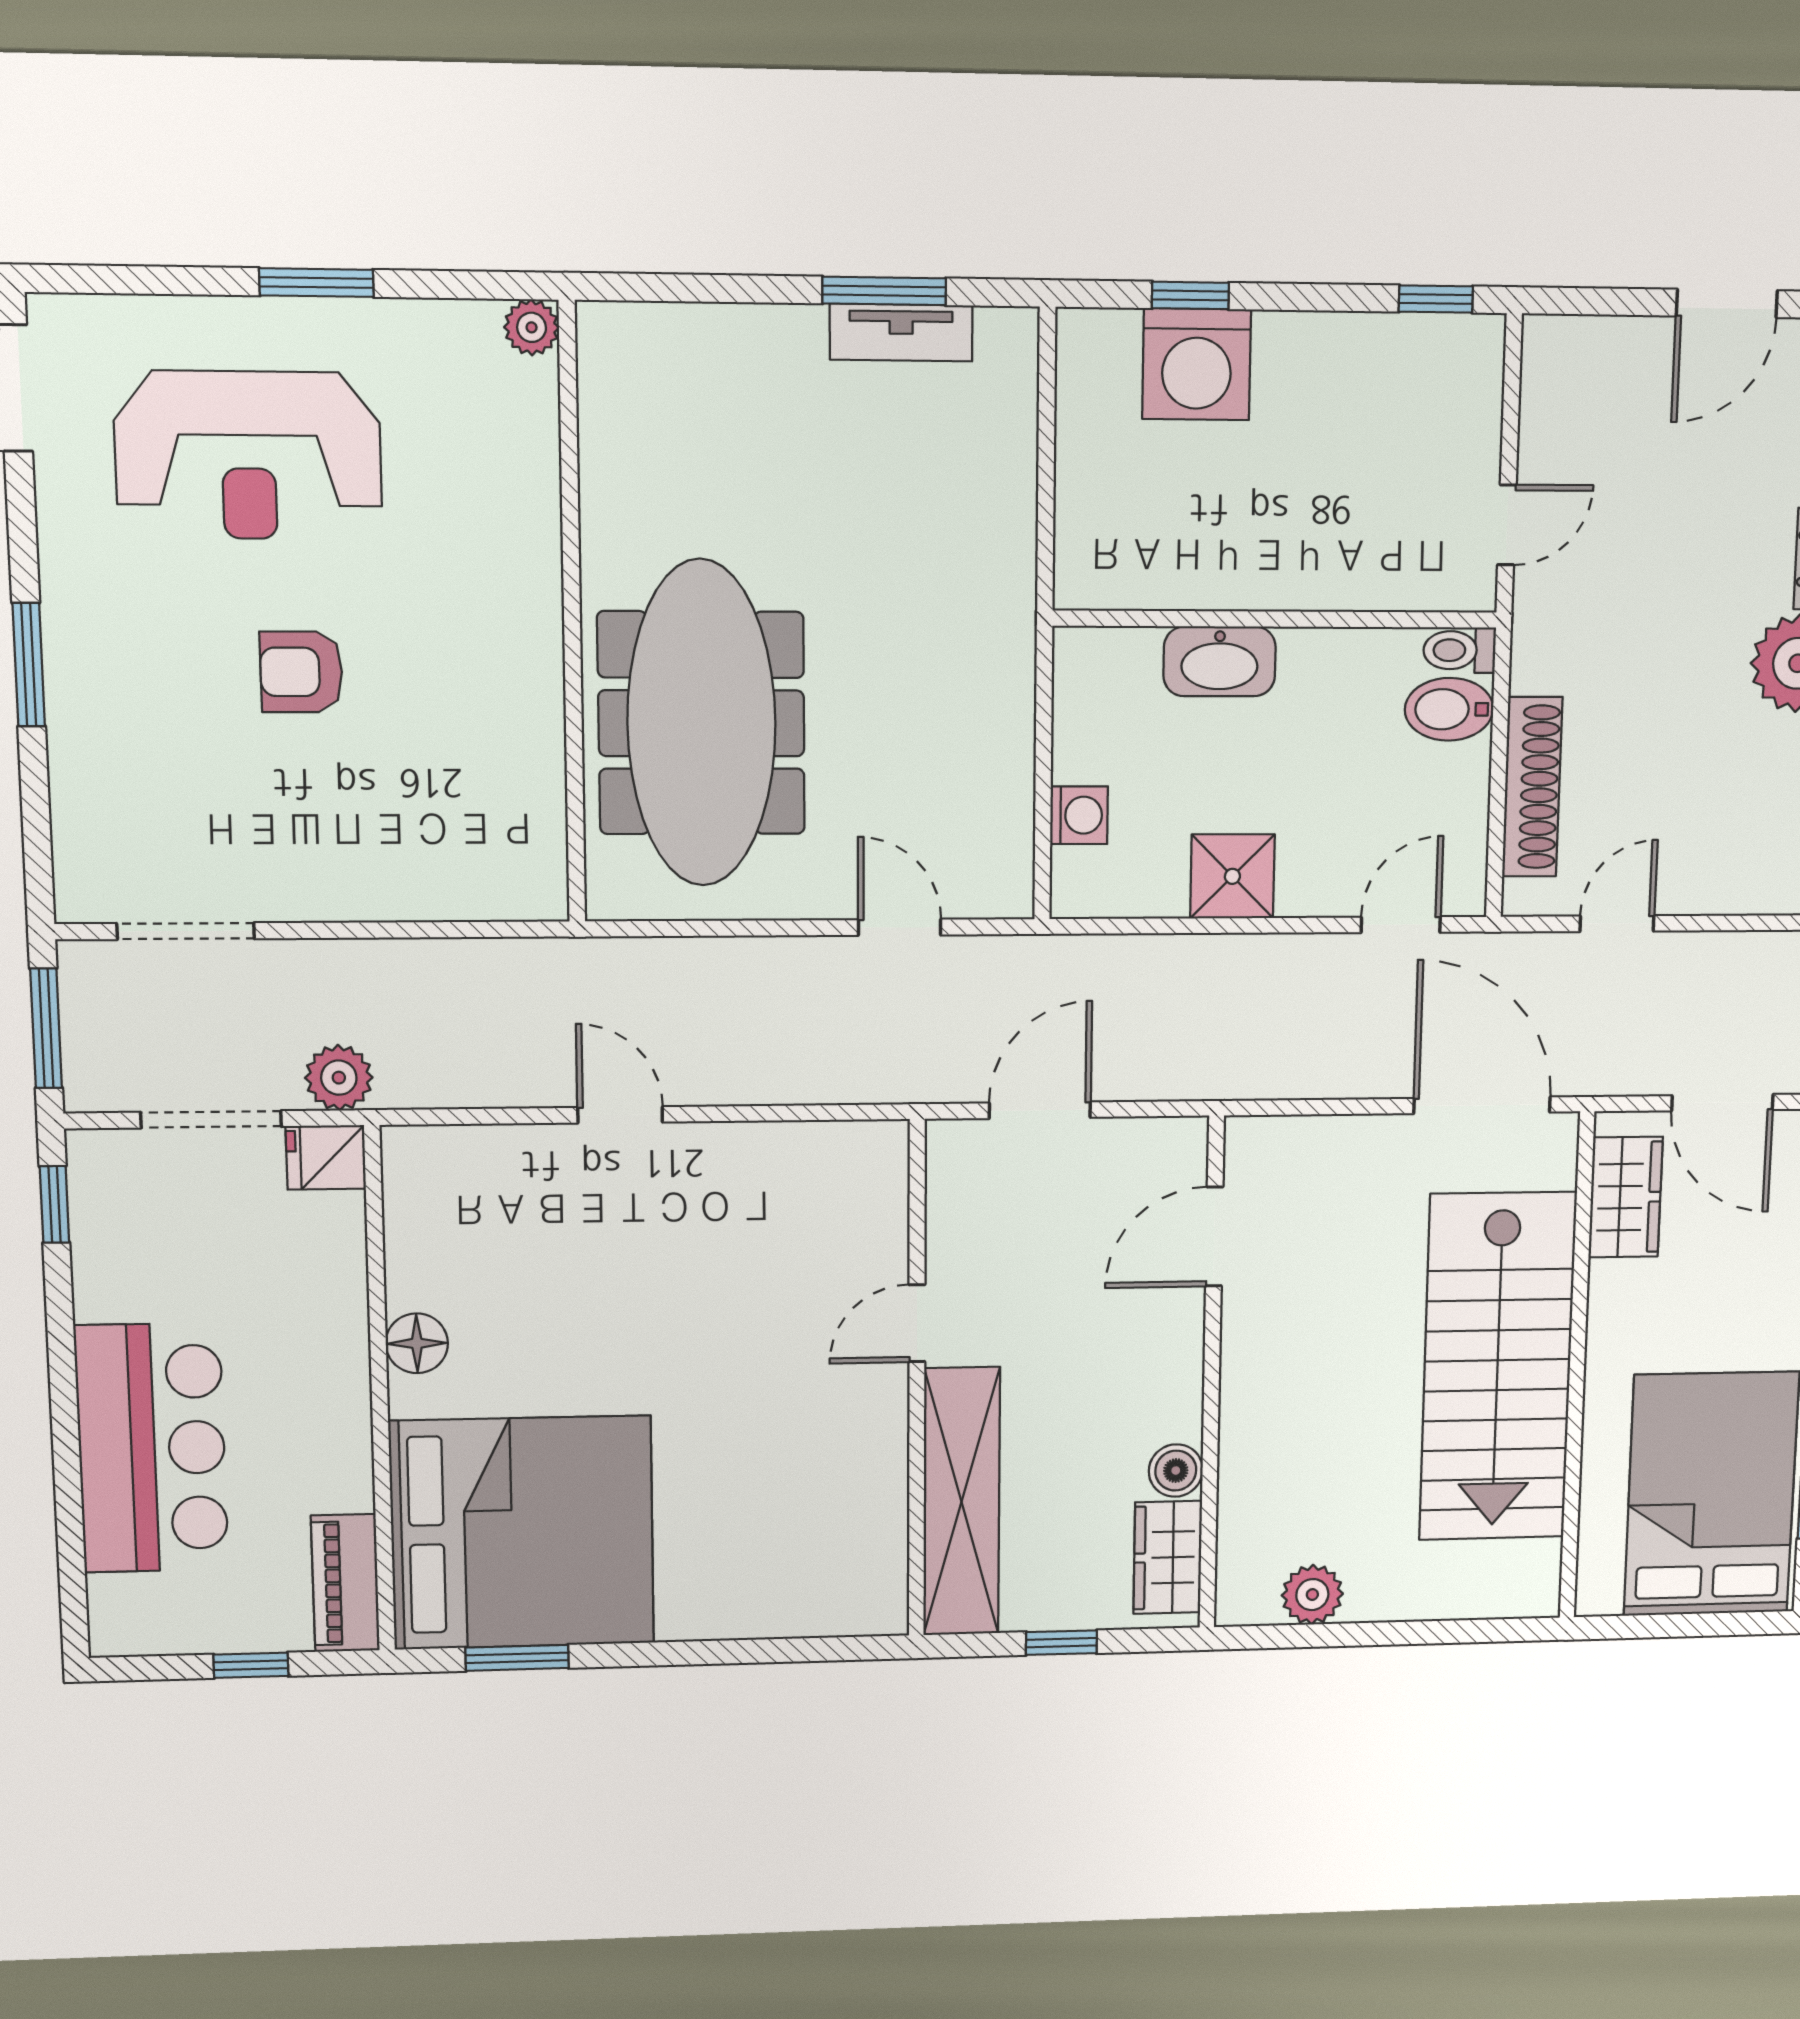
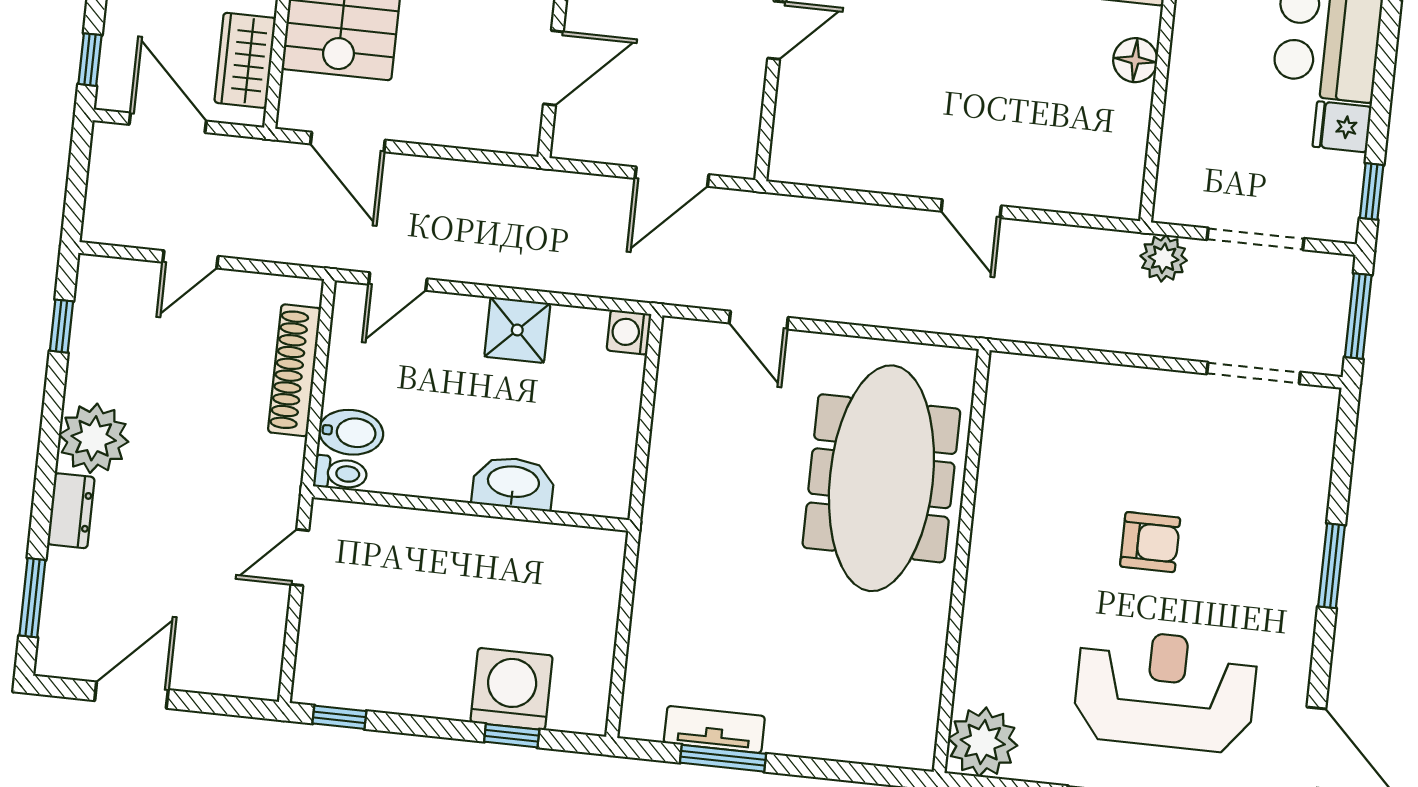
plant: (532, 327) -> (983, 742), width x1.88, depth x1.88
washing machine: (1079, 815) -> (629, 332), moved
door: (1617, 924) -> (190, 259), moved
door: (1482, 1105) -> (348, 142), width x0.73
fridge: (326, 1157) -> (1342, 127), moved, turned 180

